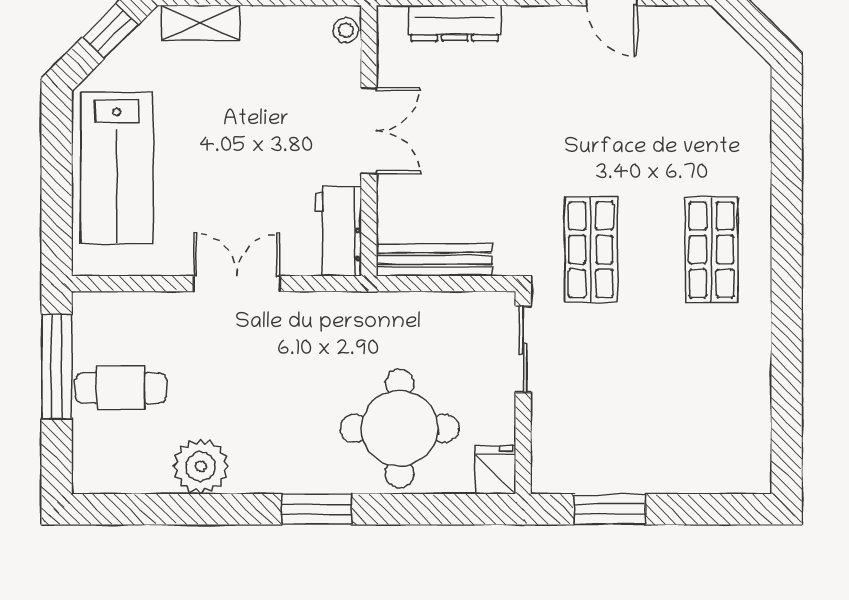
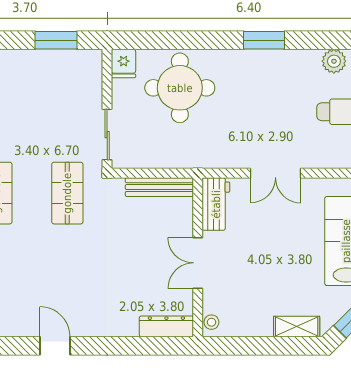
dresser: (455, 23) -> (166, 326), moved
plant: (201, 466) -> (334, 61), moved, width x0.73, depth x0.73
window: (317, 509) -> (264, 40), moved

